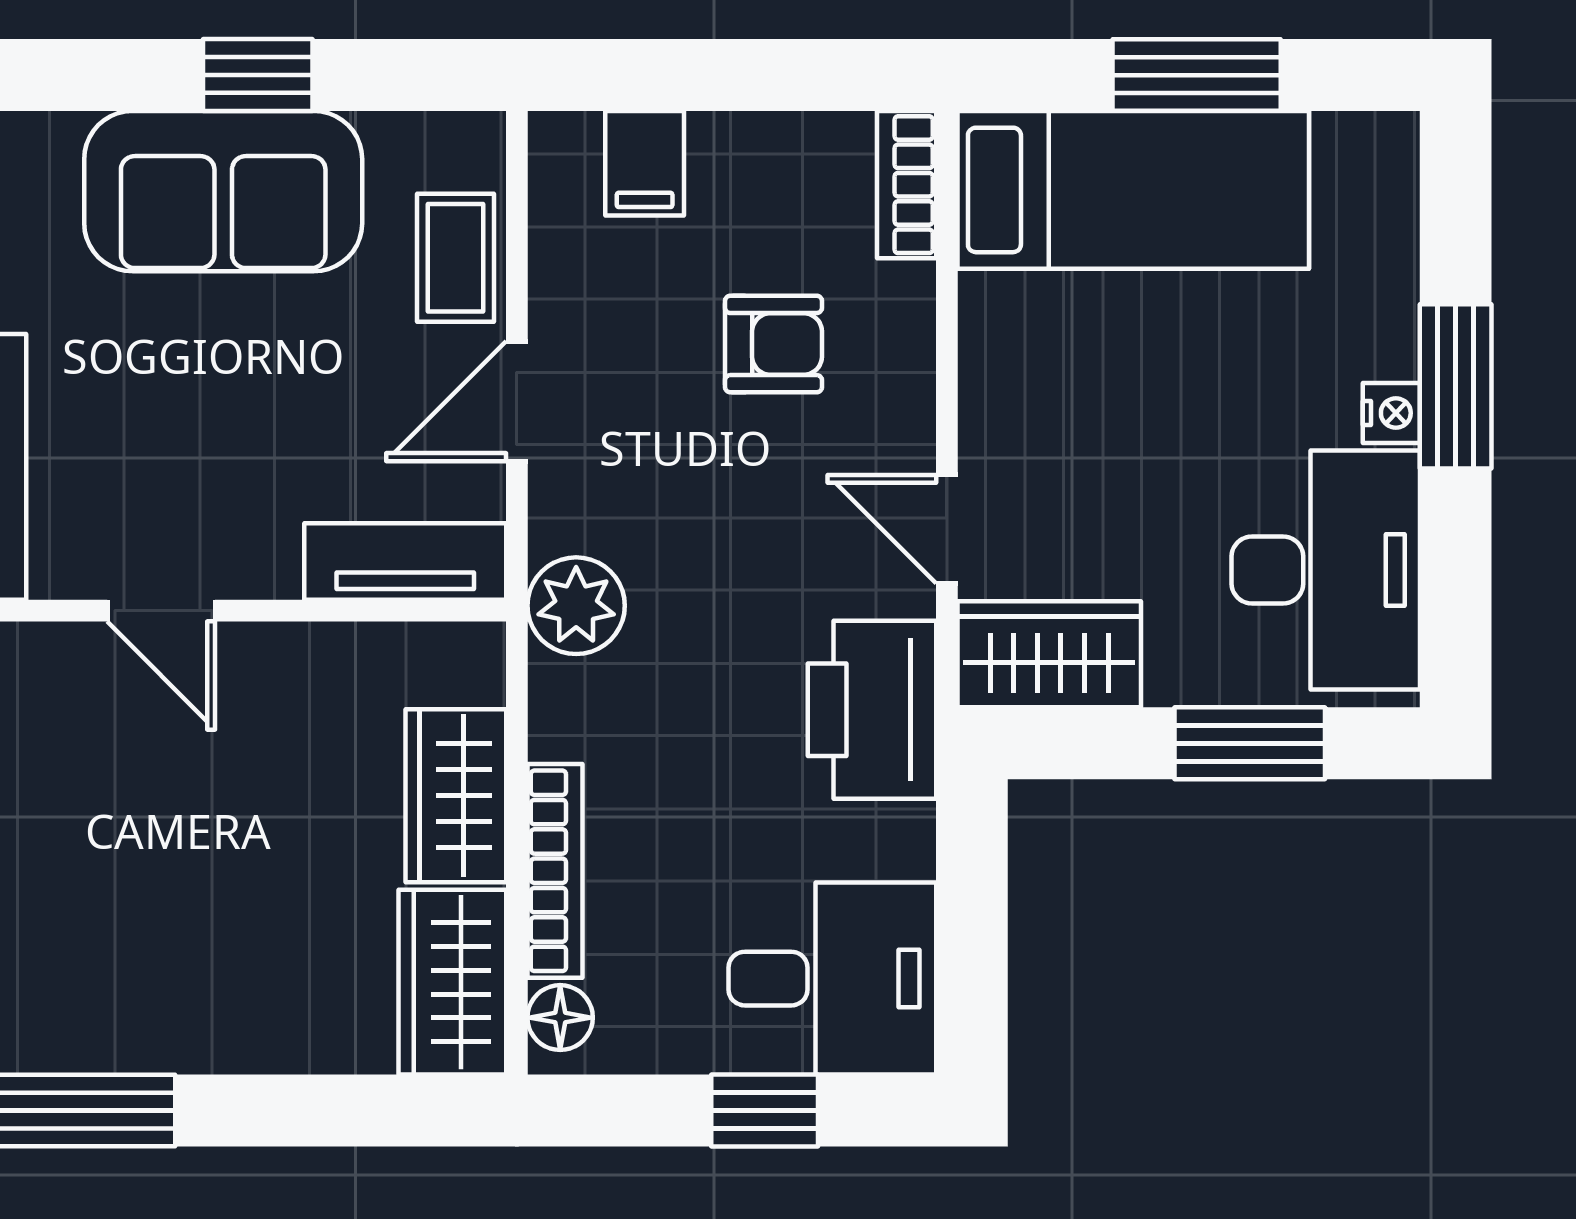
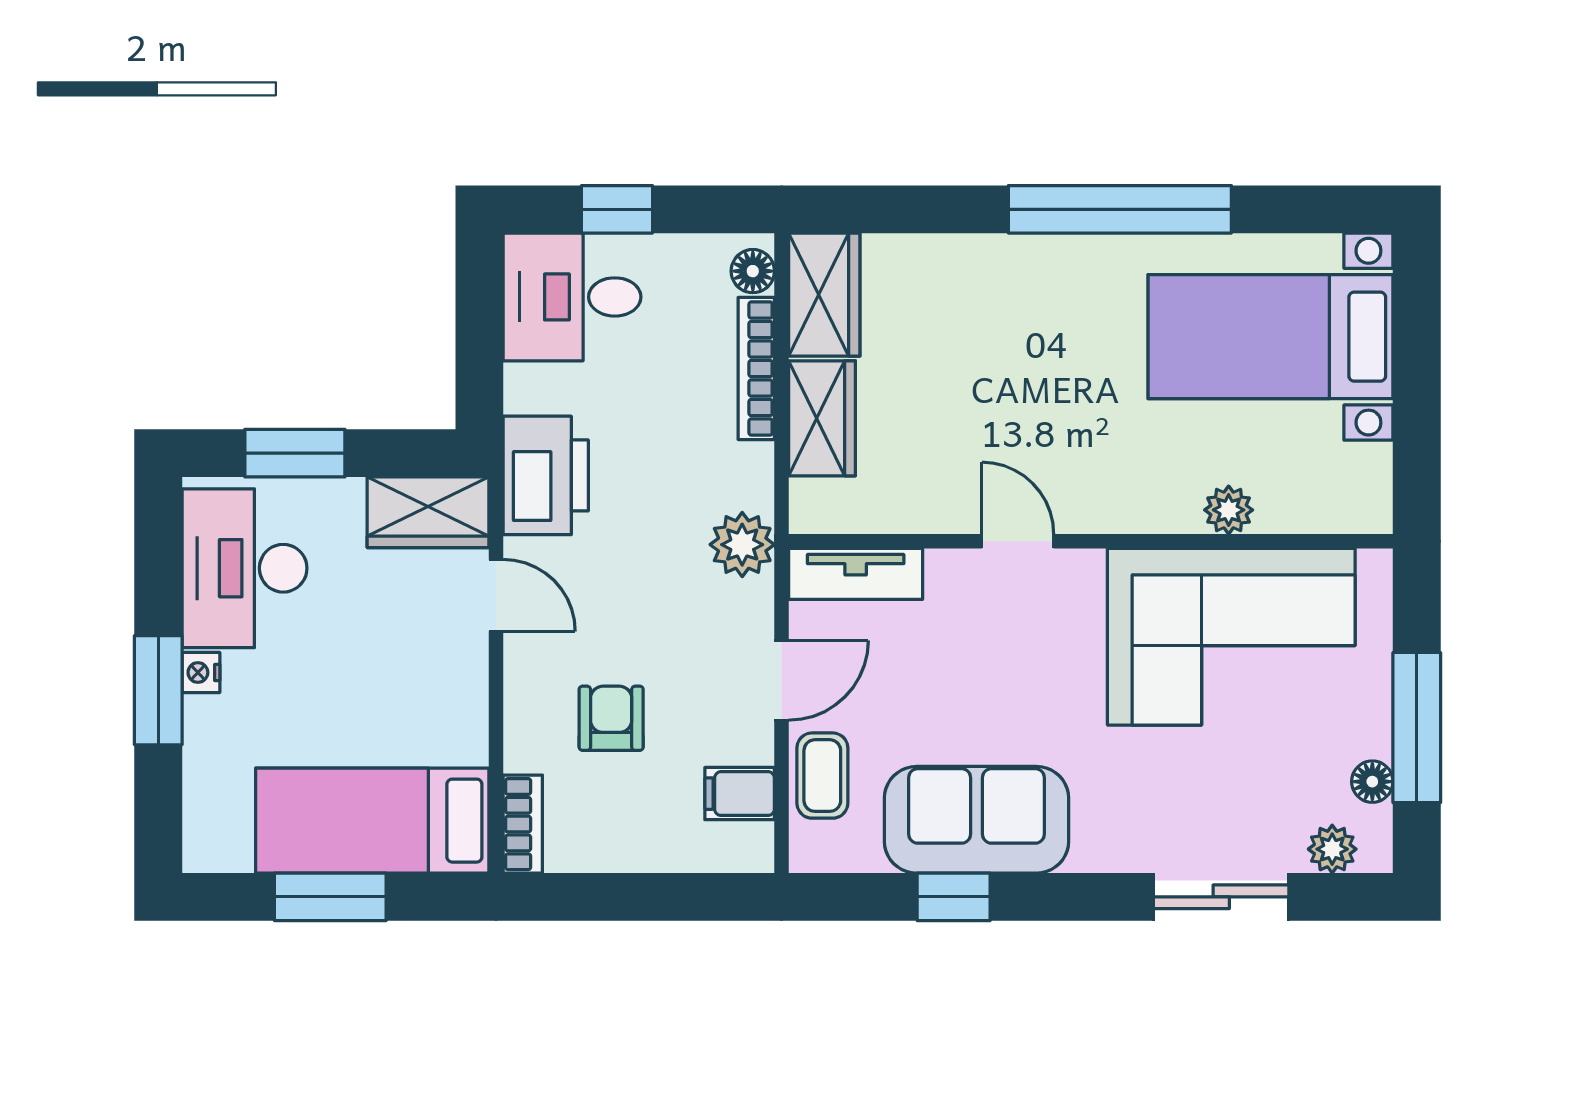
filing cabinet: (645, 163) -> (740, 794), moved, turned -90
armchair: (774, 344) -> (611, 718), turned 90

